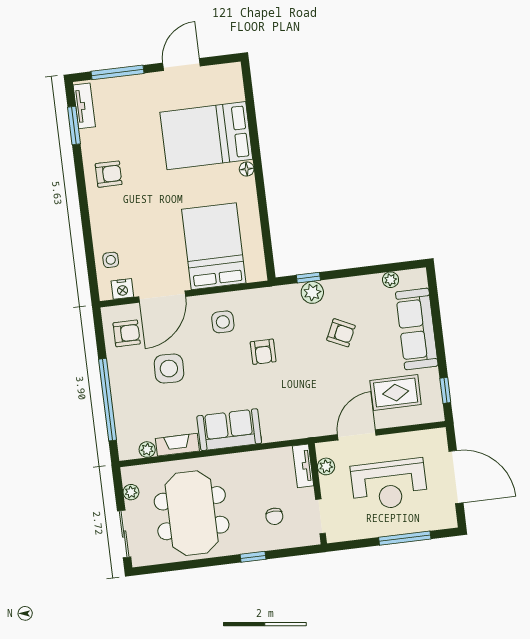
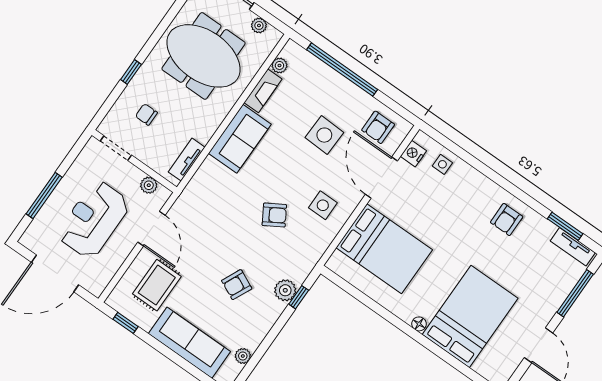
armchair: (263, 352) -> (274, 215), turned 149
tv unit: (303, 466) -> (187, 160), moved, turned -90

